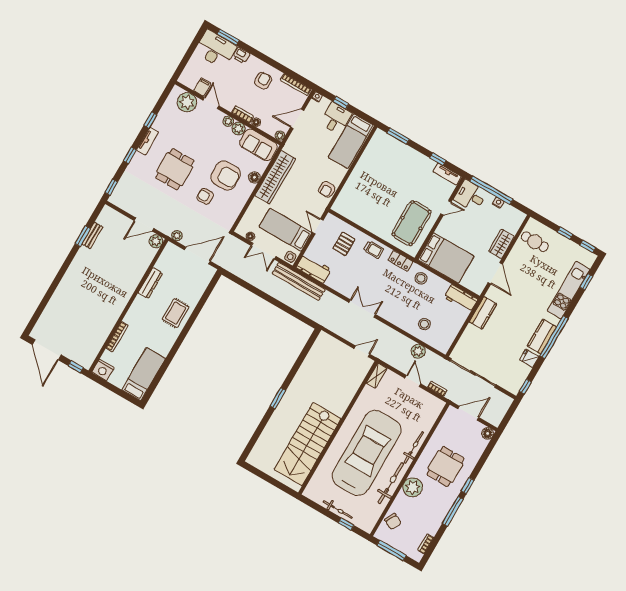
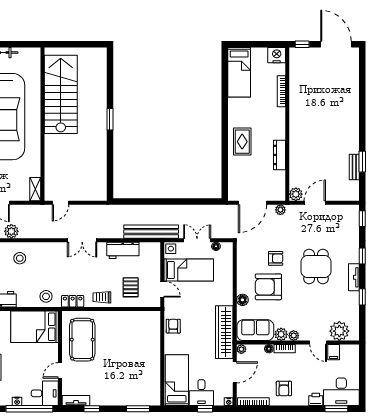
wardrobe: (275, 177) -> (224, 332), moved
workbench: (314, 269) -> (123, 250), moved

